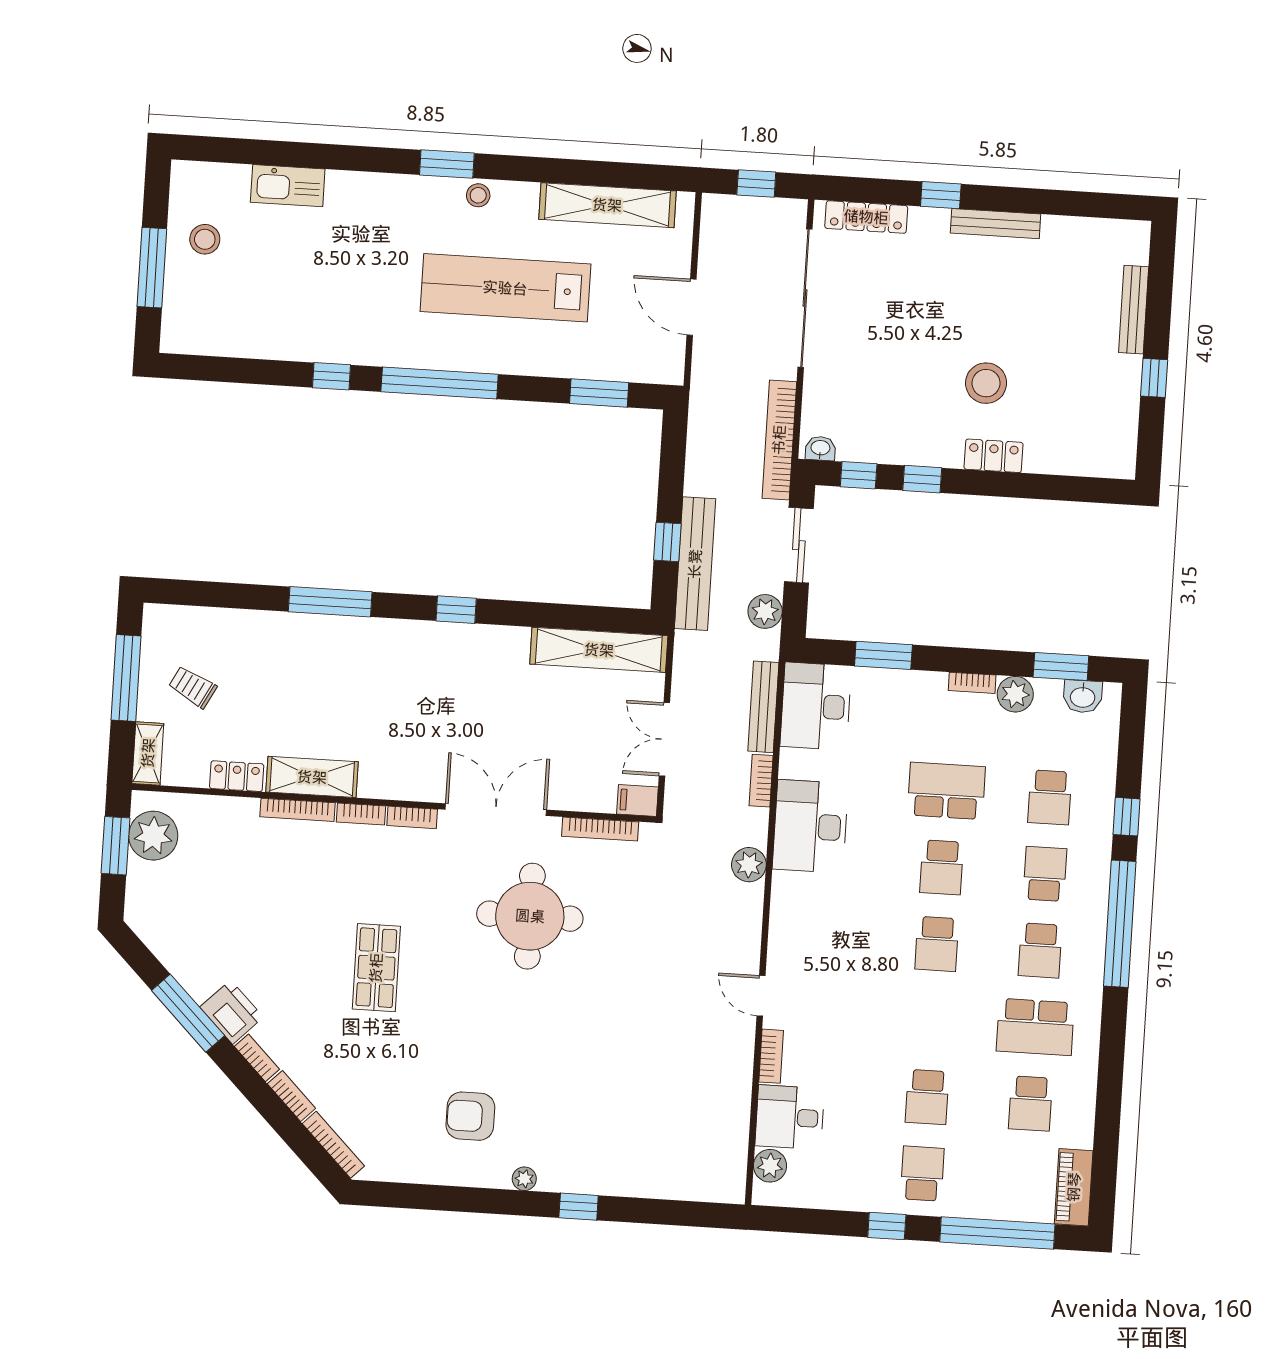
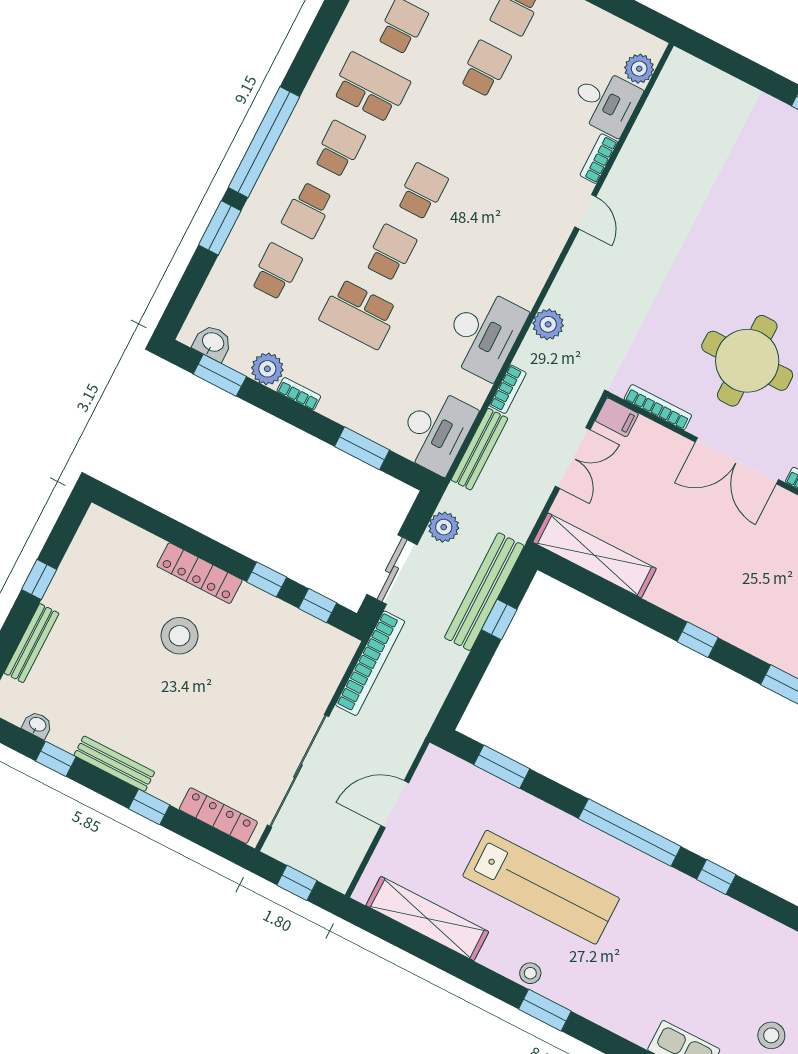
window: (1057, 202) -> (56, 759), added
door: (692, 307) -> (395, 804), swing flipped
washbasin: (820, 448) -> (37, 725), moved, turned 180
locker: (993, 456) -> (200, 573), width x1.53
window: (1127, 817) -> (220, 228), width x1.50

